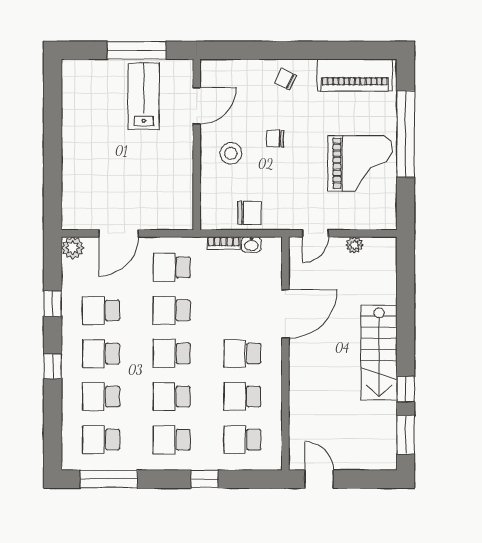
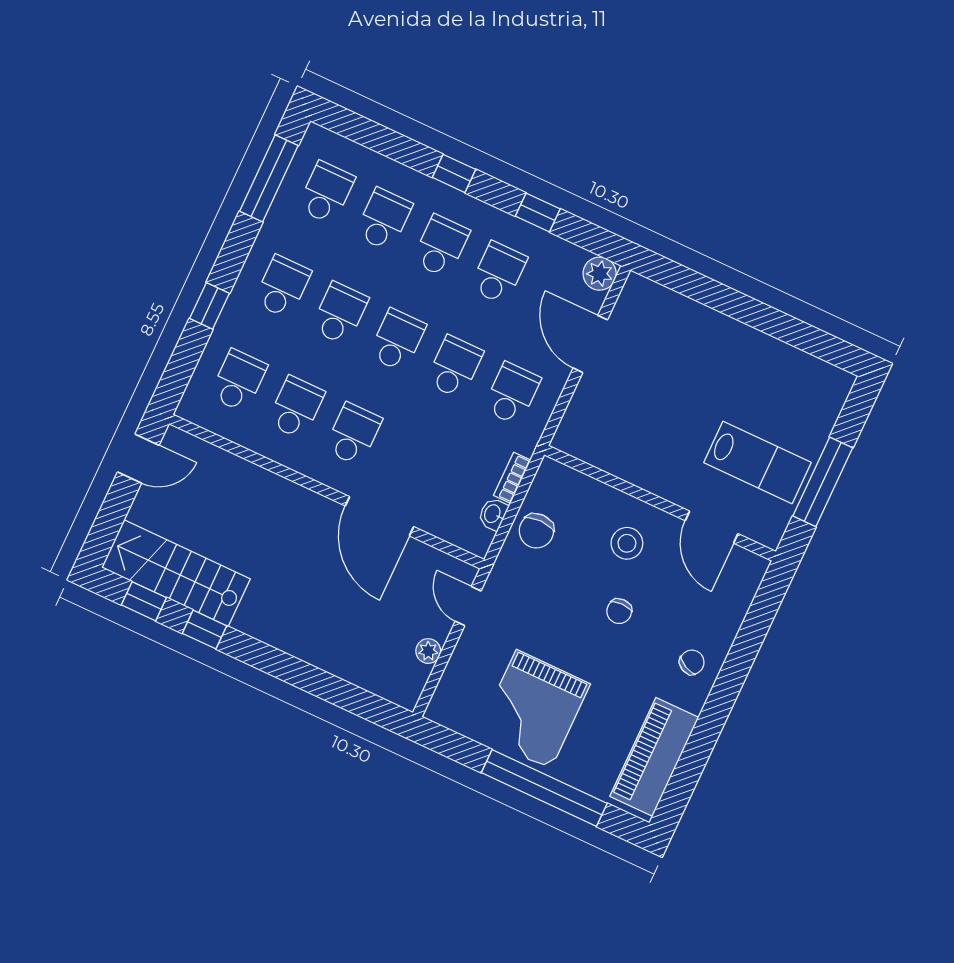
chair: (275, 139) -> (619, 611), turned 180
stairs: (379, 353) -> (176, 573), moved
window: (406, 435) -> (144, 601), width x0.67

